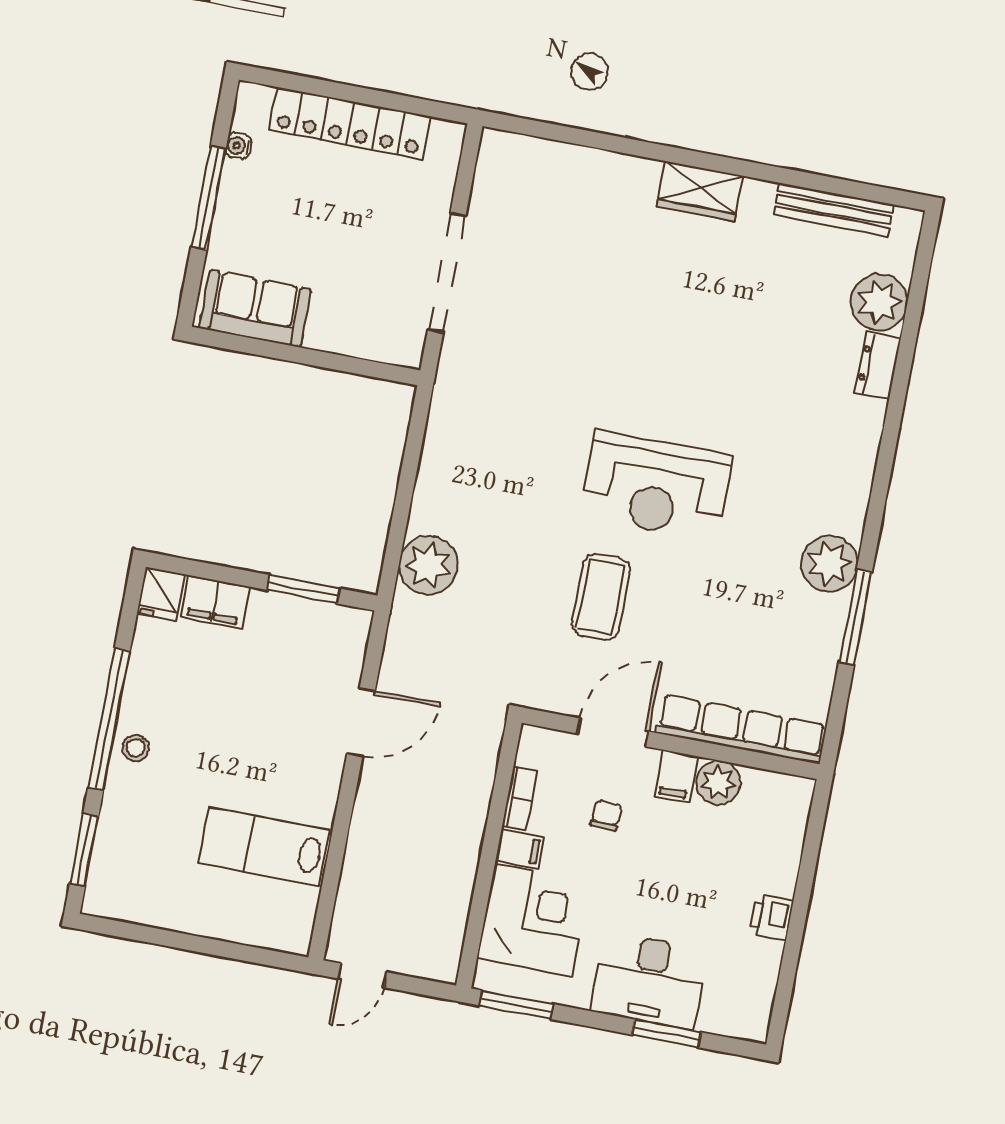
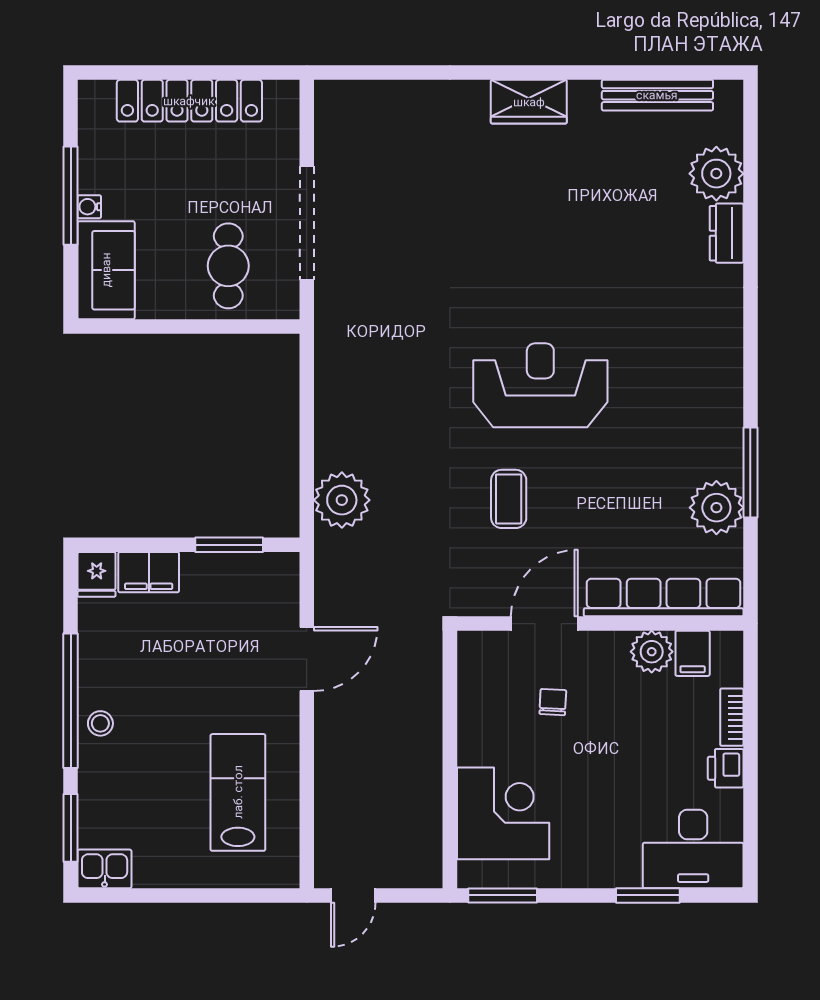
water cooler: (238, 146) -> (89, 207), moved
cafe table: (357, 301) -> (228, 266), added
sofa: (255, 309) -> (106, 270), moved, turned 90
reception desk: (656, 486) -> (540, 385), turned 180
plant: (829, 564) -> (716, 508), moved
coffee table: (601, 597) -> (509, 499), width x0.73, depth x0.77
filing cabinet: (676, 776) -> (693, 653), moved
bookcase: (519, 798) -> (732, 717), moved, turned 180
lab bench: (264, 846) -> (238, 792), turned 90
filing cabinet: (520, 849) -> (478, 749), removed
kitchen sink: (111, 899) -> (105, 869), added
desk: (649, 980) -> (693, 849), moved

